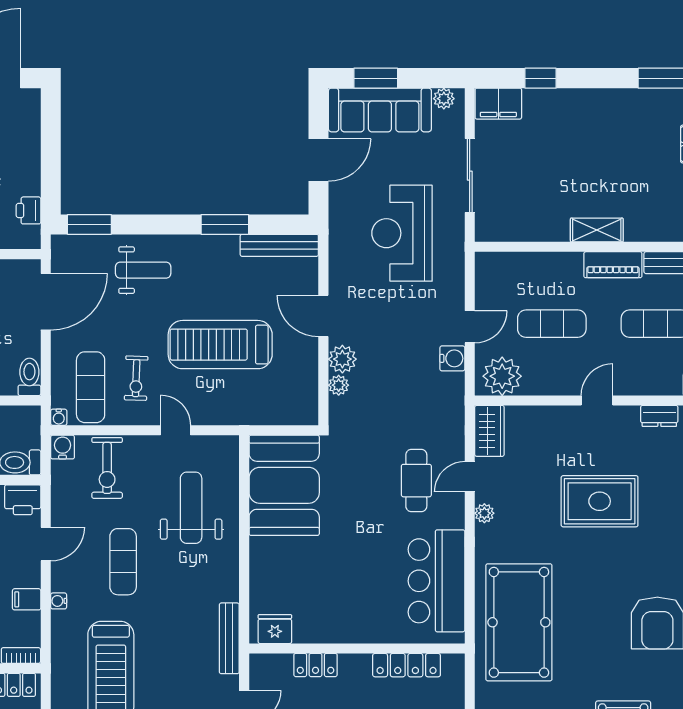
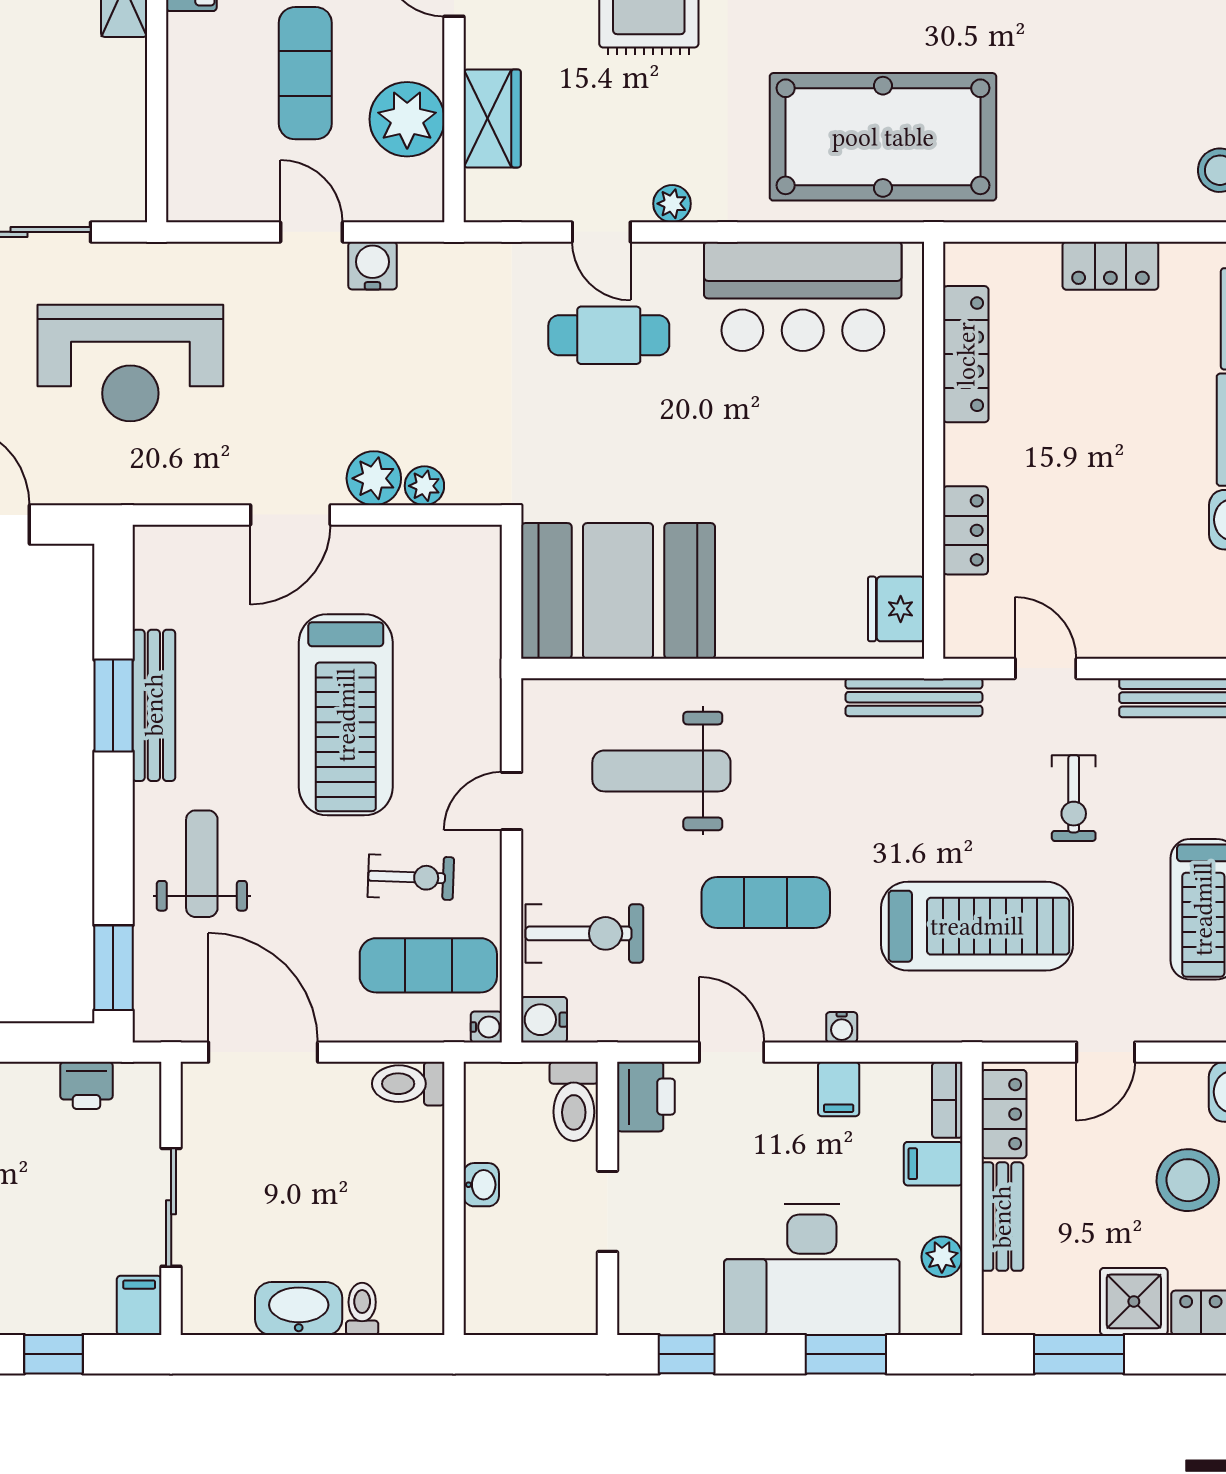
bench: (279, 245) -> (154, 705), moved
plant: (502, 376) -> (407, 119), moved
wardrobe: (489, 431) -> (492, 118), moved, turned 90

